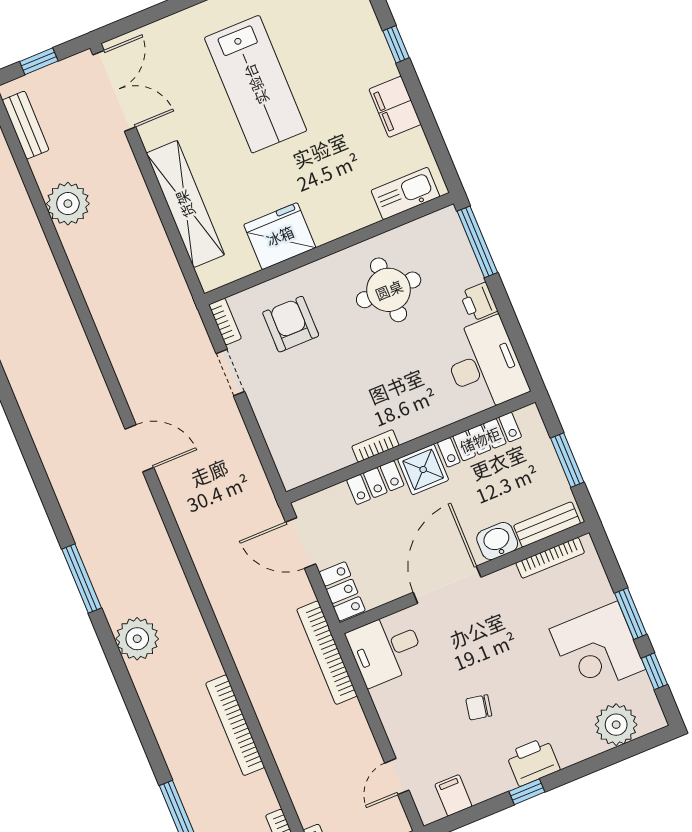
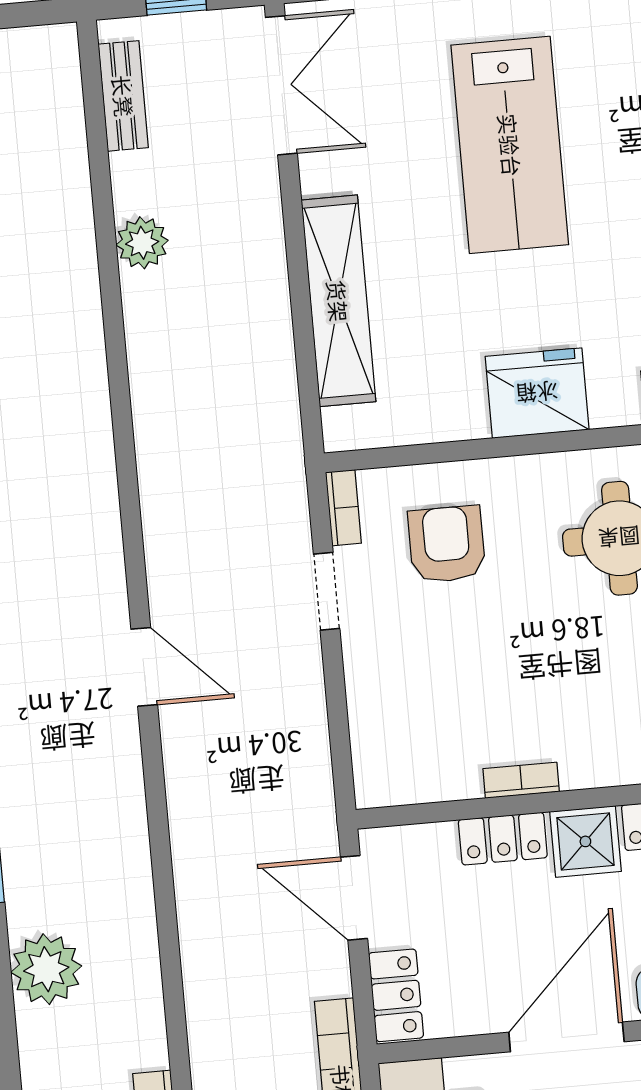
plant: (68, 204) -> (142, 243), width x0.73, depth x0.73
fridge: (280, 236) -> (537, 393), moved

